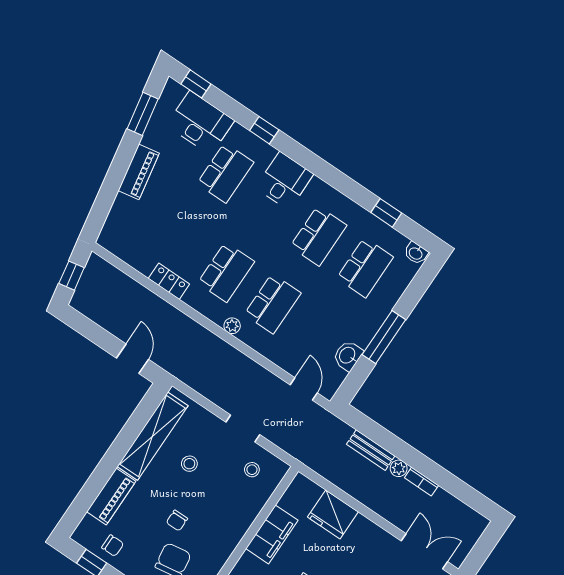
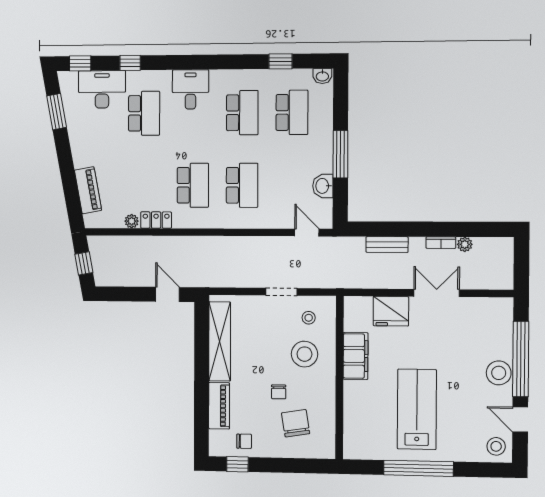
window: (264, 130) -> (130, 63), moved
piano: (139, 172) -> (88, 190), moved
plant: (232, 326) -> (132, 221), moved
stool: (189, 464) -> (304, 354), moved, width x1.89, depth x1.89
plant: (399, 468) -> (465, 244), moved
double door: (424, 551) -> (437, 293), moved

